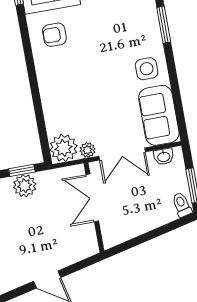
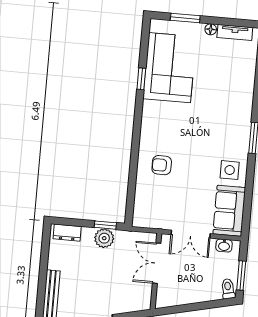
armchair: (54, 35) -> (162, 165), moved
plant: (64, 148) -> (144, 216), removed
plant: (87, 150) -> (163, 223), removed

